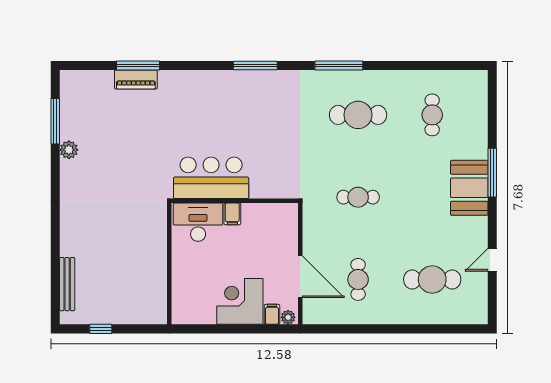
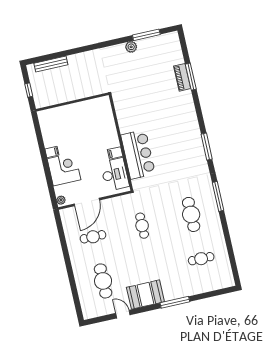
bar counter: (211, 178) -> (138, 154), moved
booth: (469, 188) -> (145, 295), moved
desk: (198, 222) -> (115, 174), moved
wall: (169, 264) -> (72, 102), moved
filing cabinet: (272, 314) -> (52, 152), moved

